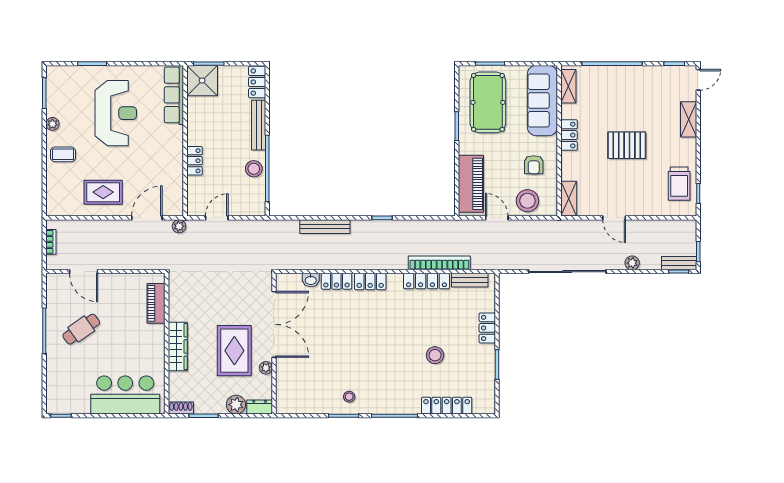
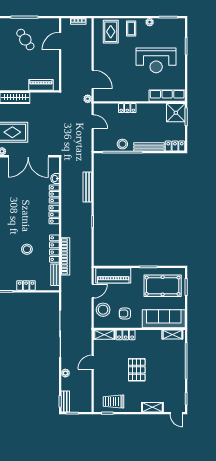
locker: (569, 135) -> (126, 335), moved
rug: (103, 192) -> (111, 32), moved
stool: (435, 355) -> (27, 249), moved

